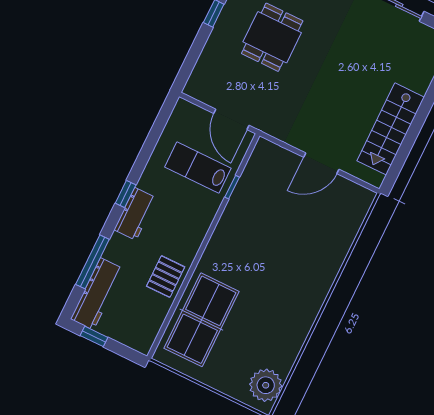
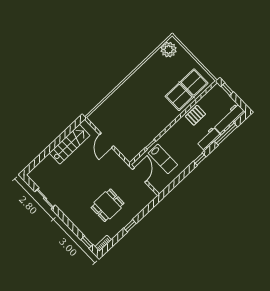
door: (321, 163) -> (106, 140), swing flipped
workbench: (135, 214) -> (209, 139), moved
window: (94, 336) -> (227, 89), moved

